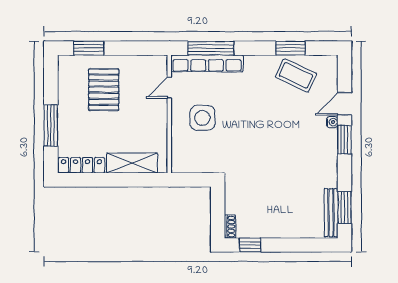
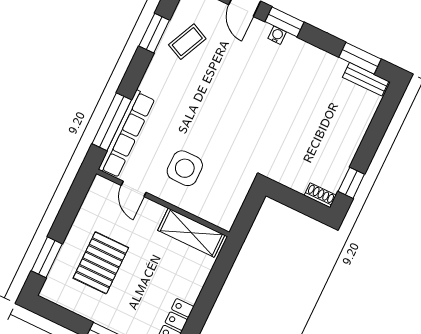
coffee table: (296, 75) -> (187, 42), width x0.73, depth x0.77
pallet: (104, 90) -> (101, 263), turned 90
water cooler: (332, 122) -> (277, 35), moved
shelving: (132, 163) -> (191, 233), moved, turned 90
bench: (331, 213) -> (366, 79), width x0.73

